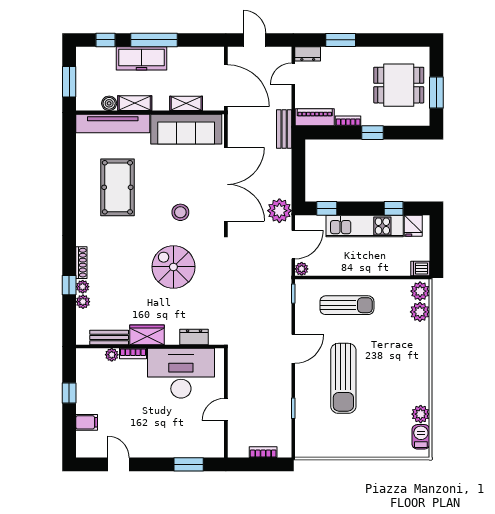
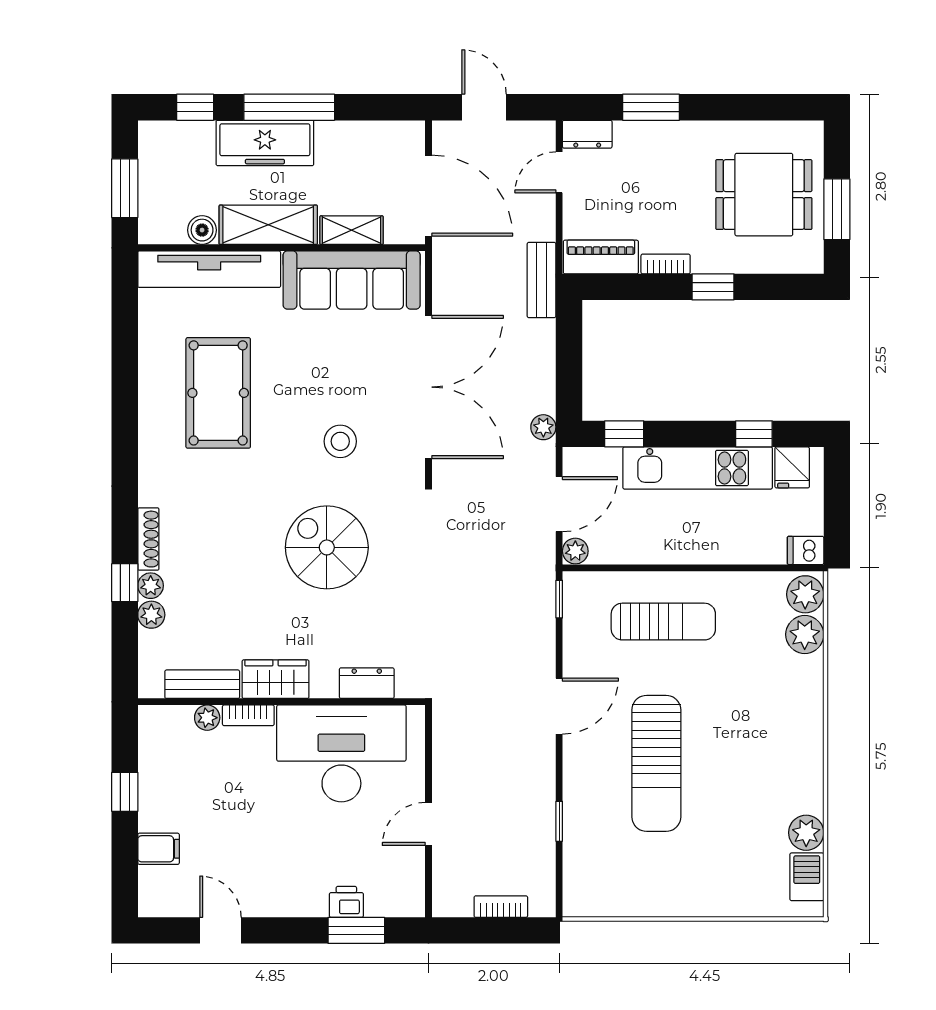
shelving: (135, 103) -> (268, 225), width x1.50, depth x1.33
plant: (279, 211) -> (543, 427), width x0.53, depth x0.53
printer: (183, 450) -> (346, 902), added

